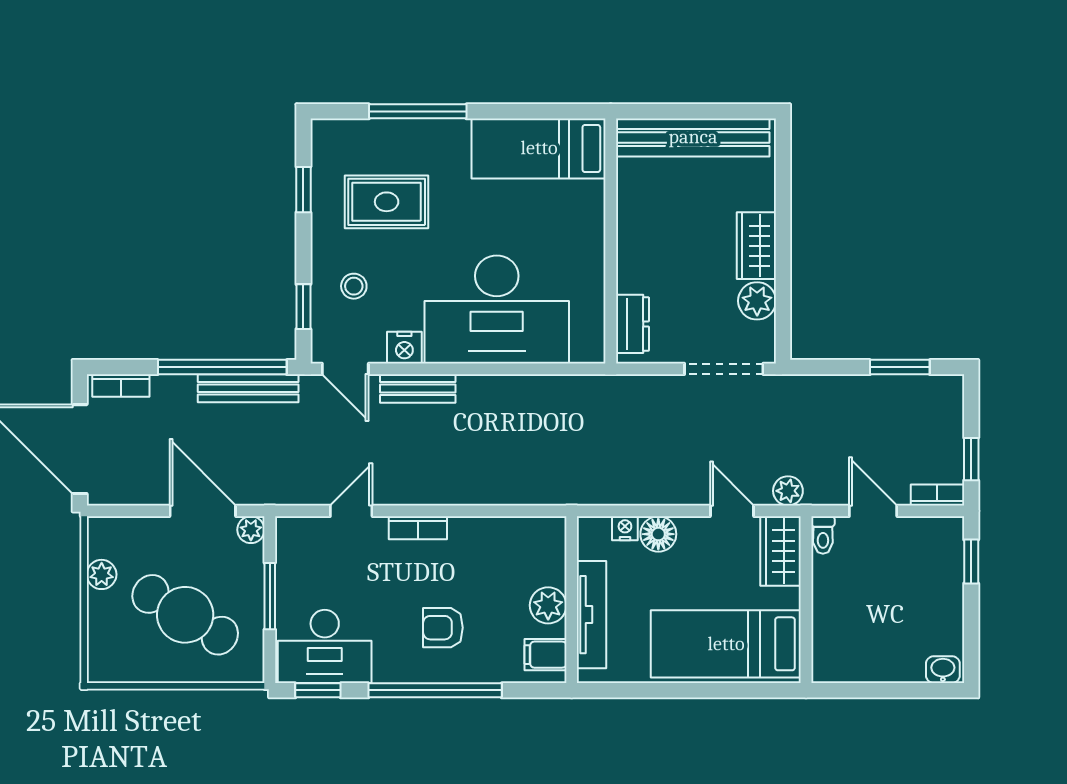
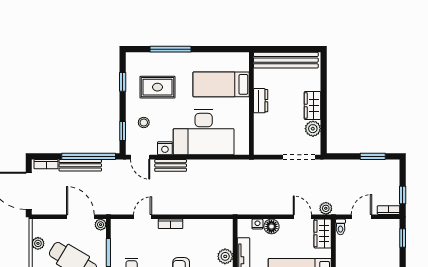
bed: (539, 148) -> (221, 84), moved
dresser: (632, 324) -> (261, 101), moved
bench: (248, 388) -> (80, 165), moved
door: (873, 511) -> (361, 217), hinge flipped

